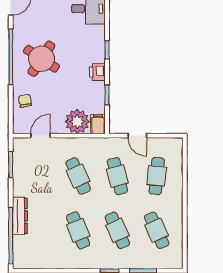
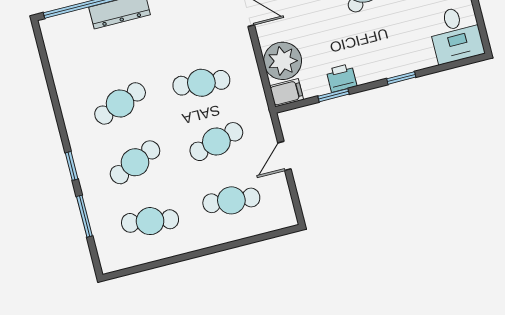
printer: (97, 72) -> (341, 78), moved
cafe table: (78, 176) -> (201, 83), turned 30
cafe table: (157, 230) -> (150, 221), turned 33

